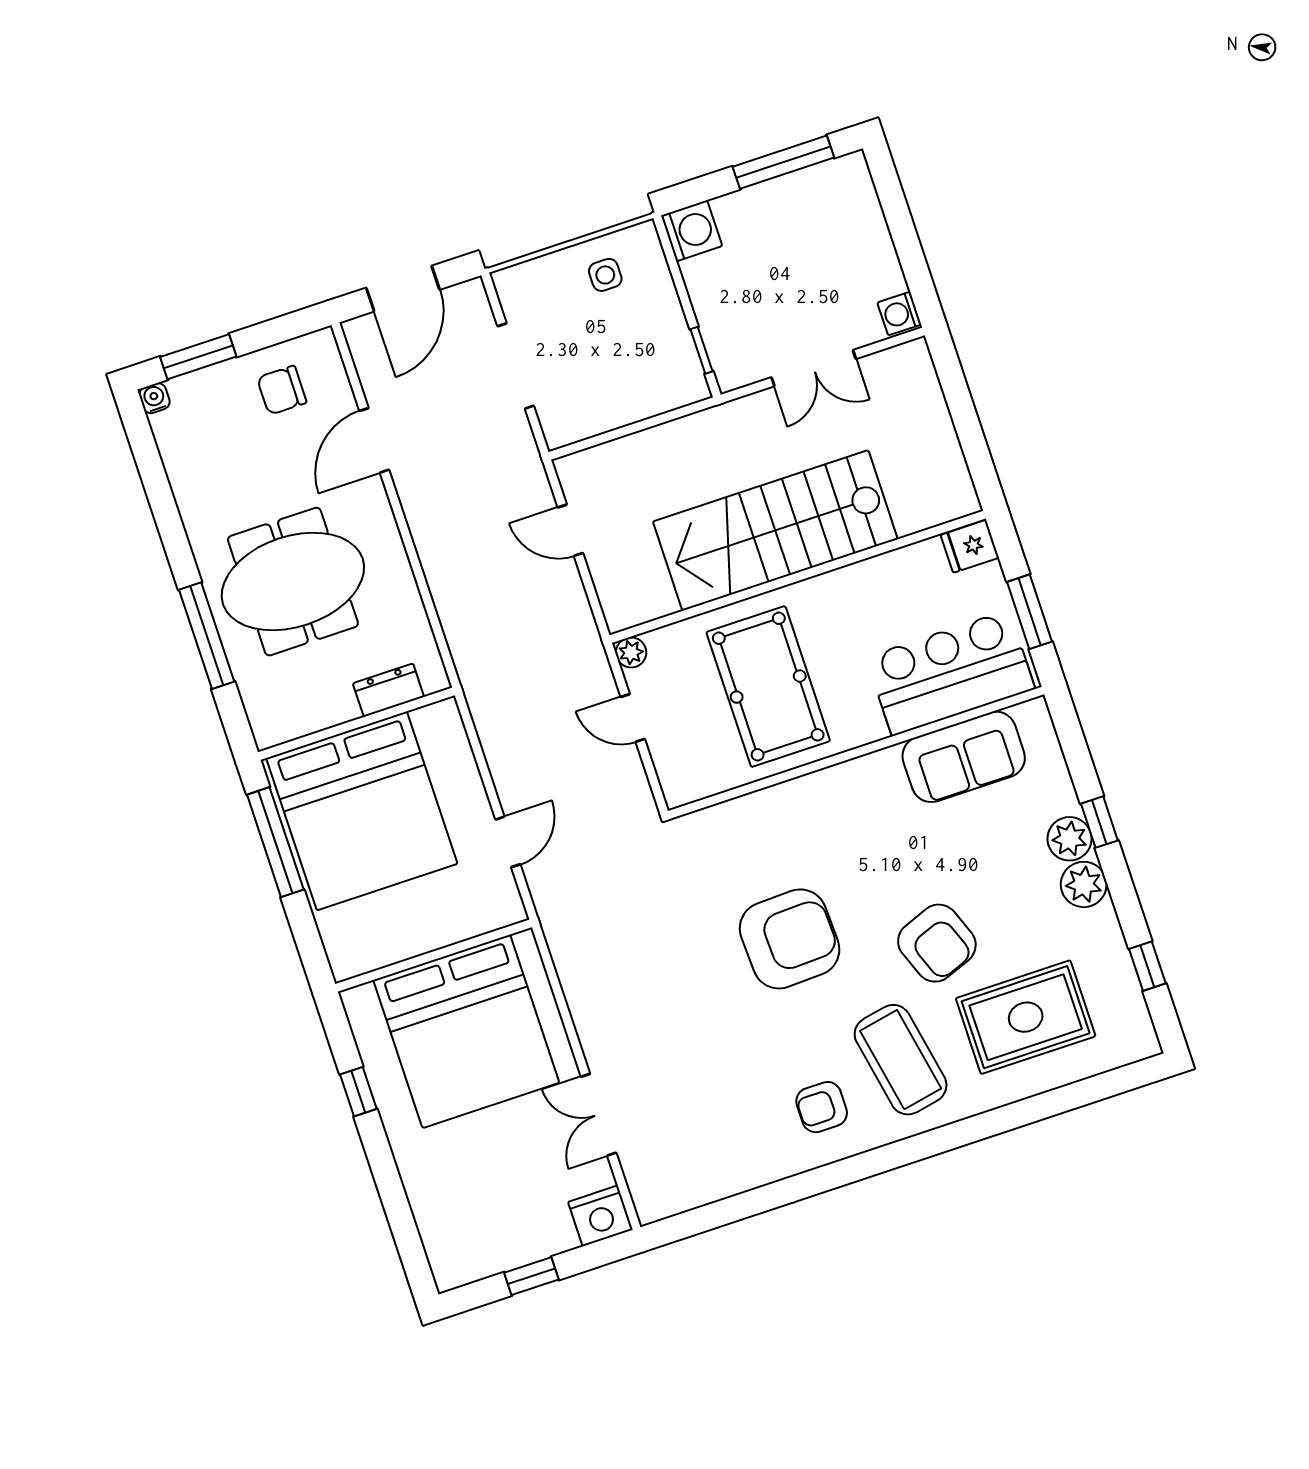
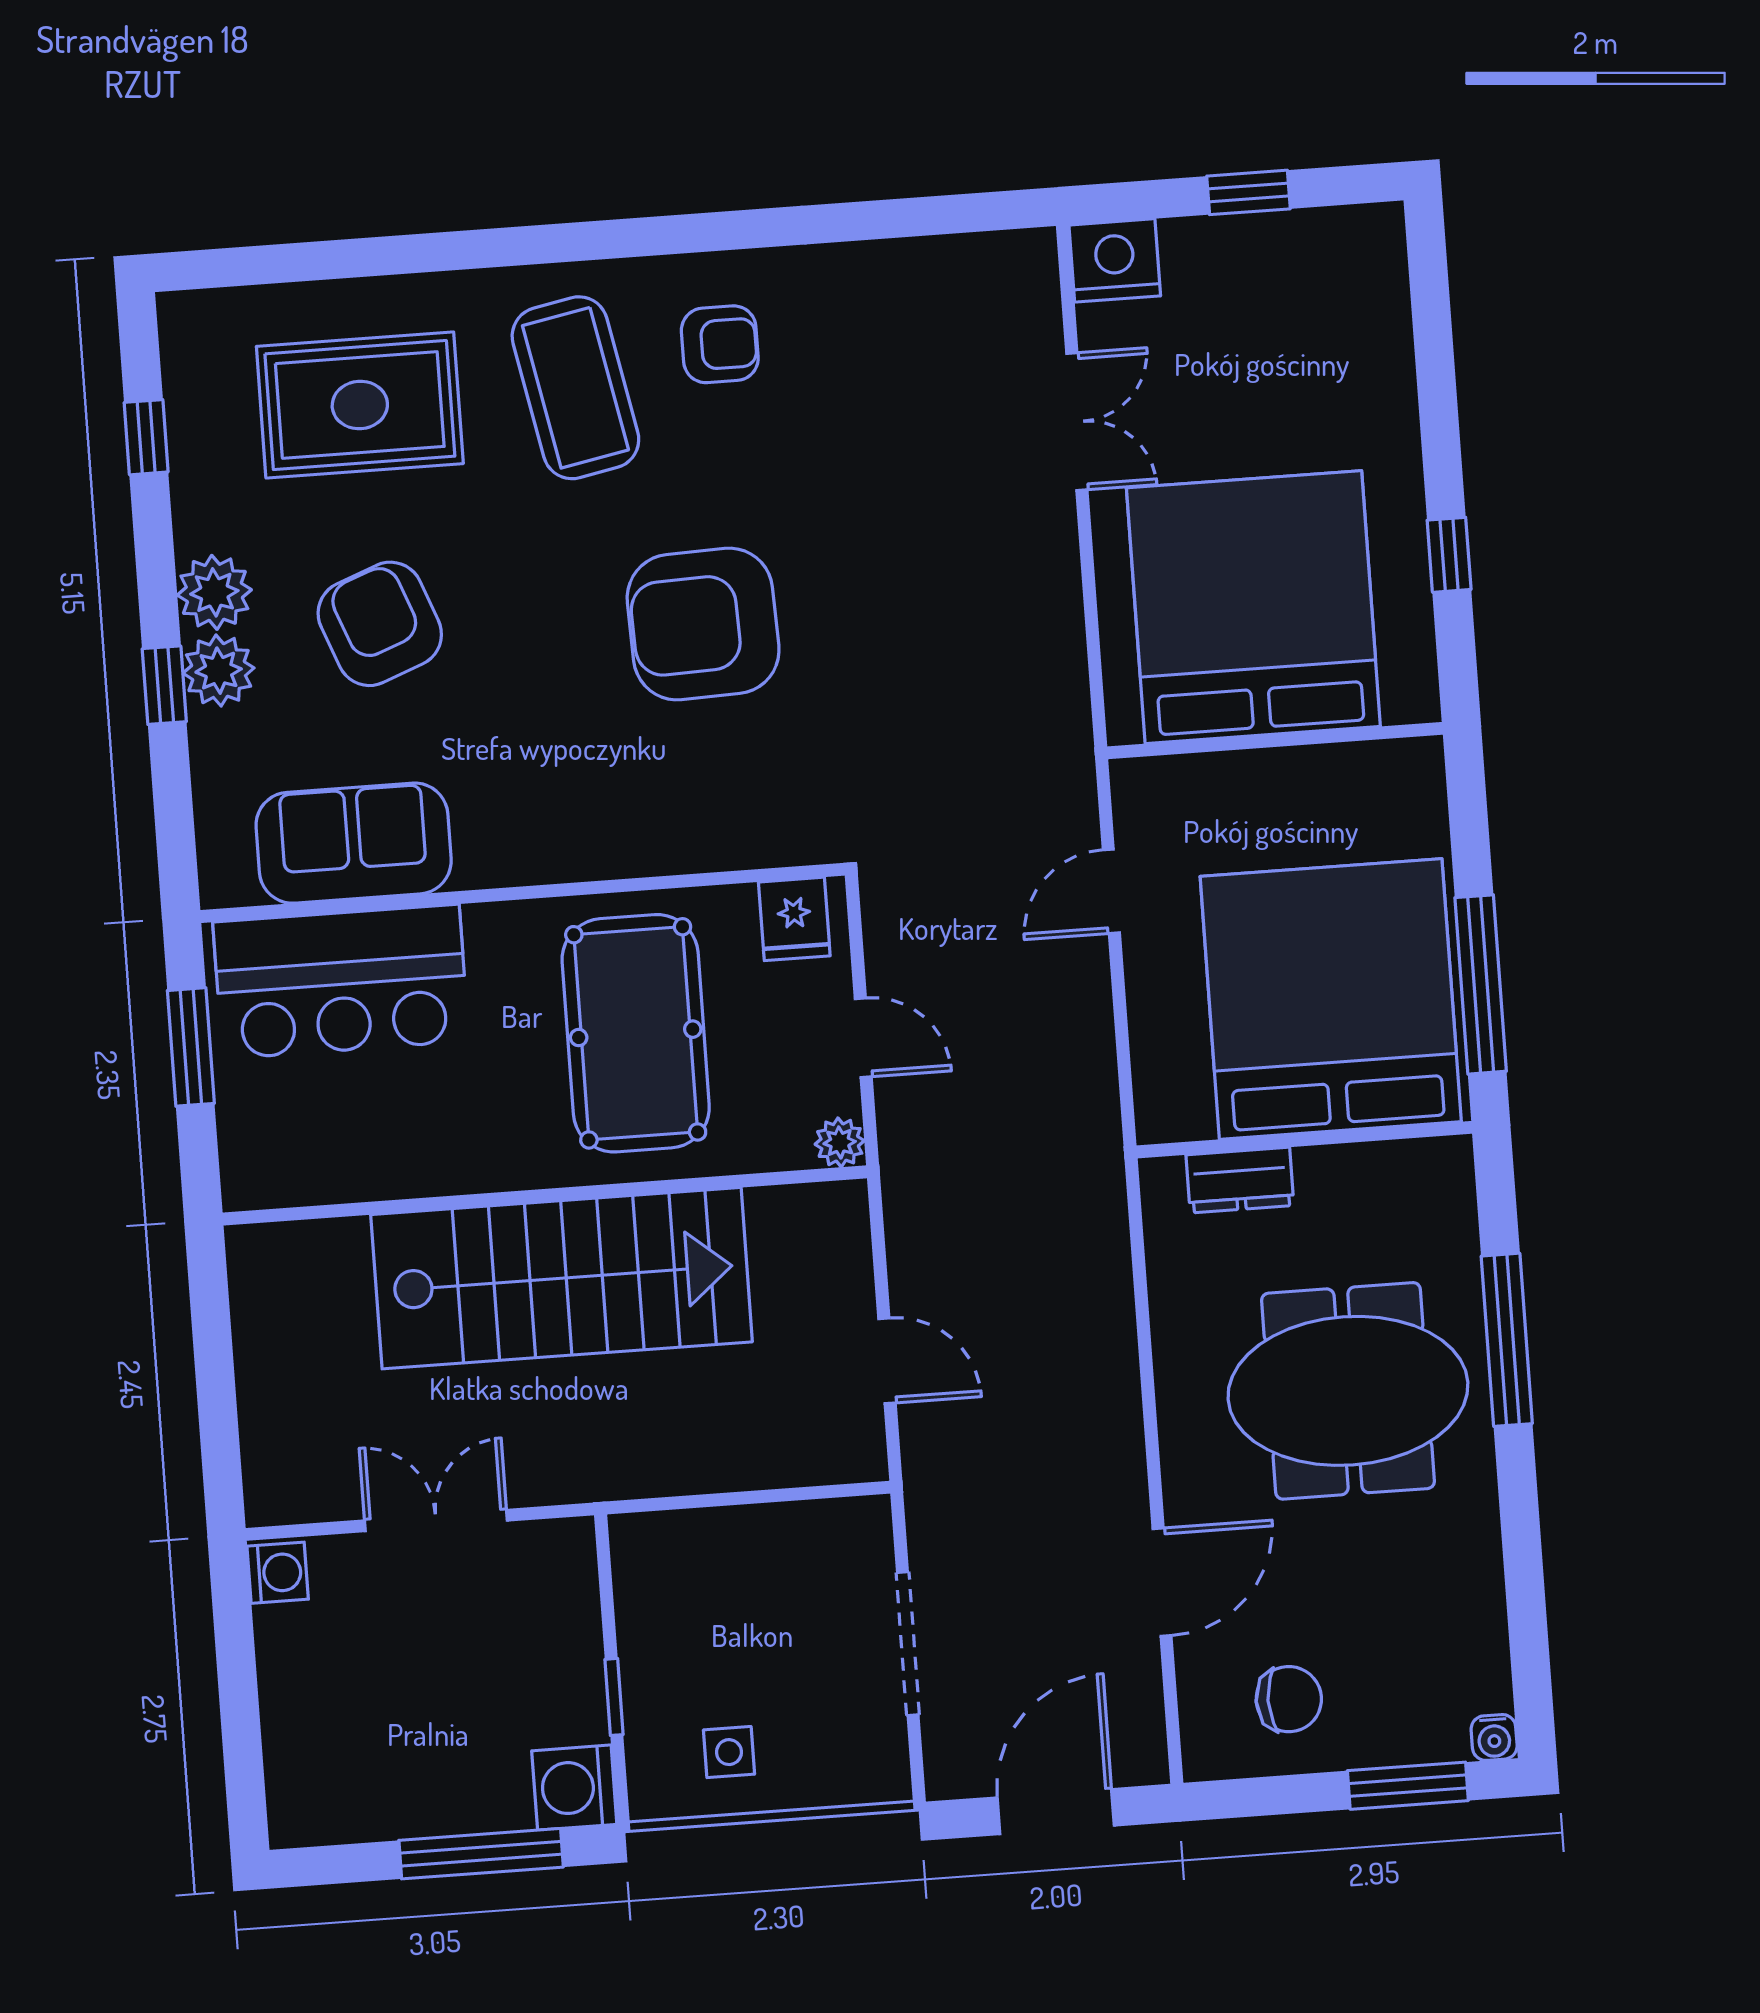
window: (783, 162) -> (481, 1854), moved
window: (702, 350) -> (614, 1697), moved
fridge: (970, 546) -> (794, 919), moved, turned 90
armchair: (937, 943) -> (380, 624), moved

